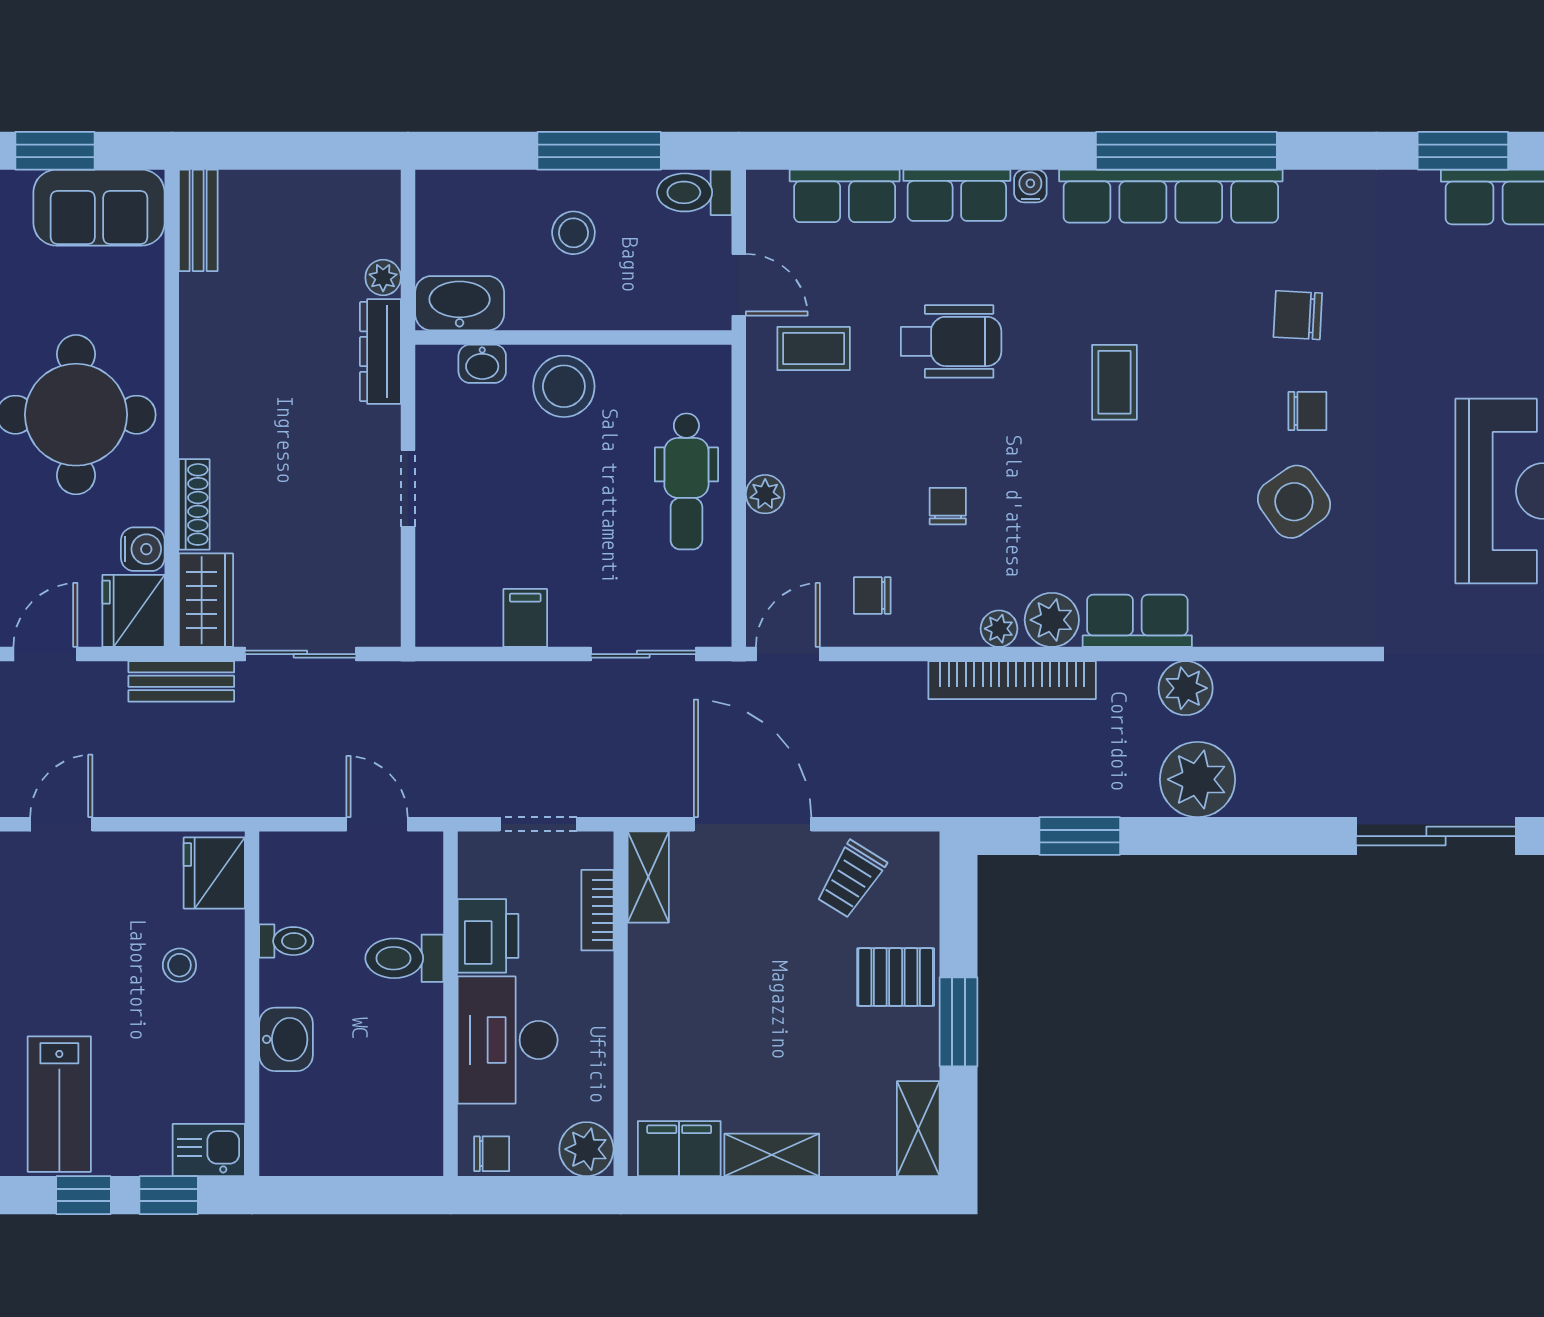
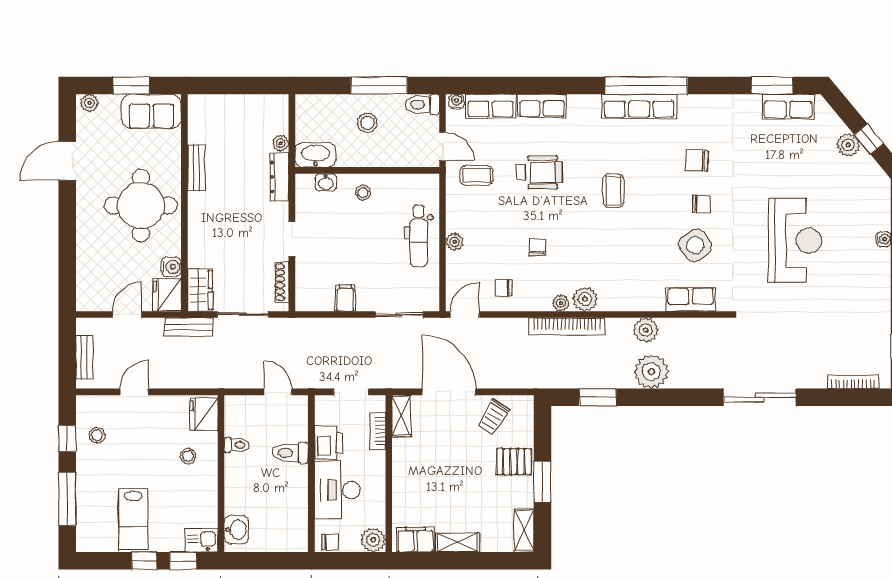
water cooler: (1030, 186) -> (457, 102), moved
row of seats: (1171, 196) -> (639, 106), width x0.73
bench: (198, 220) -> (197, 168), moved
stool: (564, 386) -> (363, 193), width x0.53, depth x0.53
shoe rack: (194, 504) -> (282, 282), moved, turned 180
row of seats: (1137, 621) -> (691, 299), moved
washbasin: (286, 1039) -> (236, 530), moved

